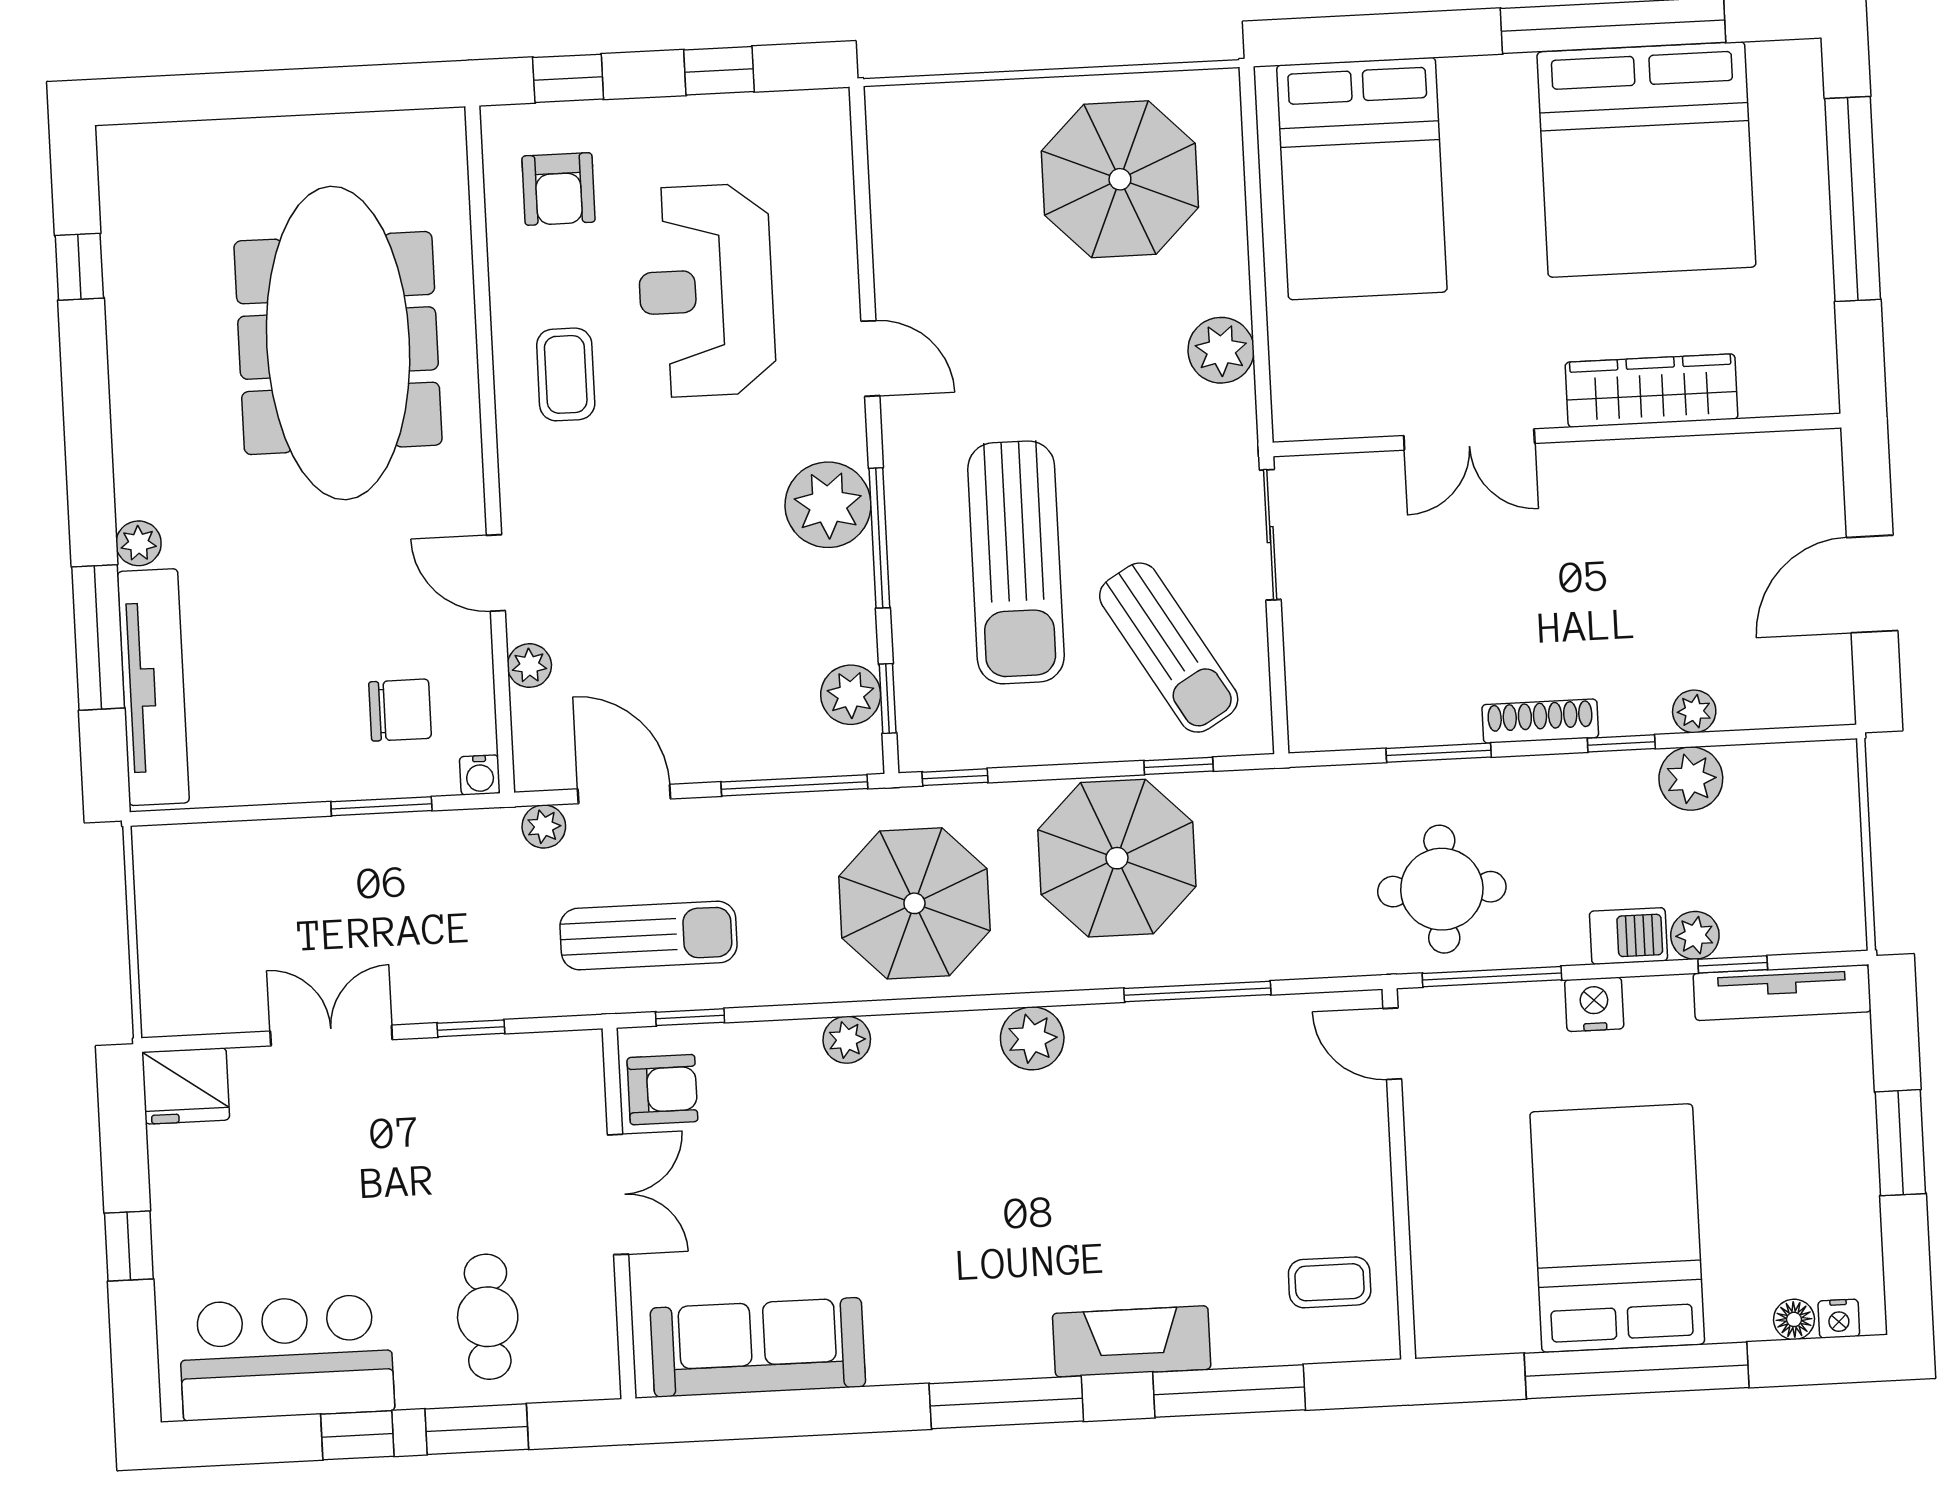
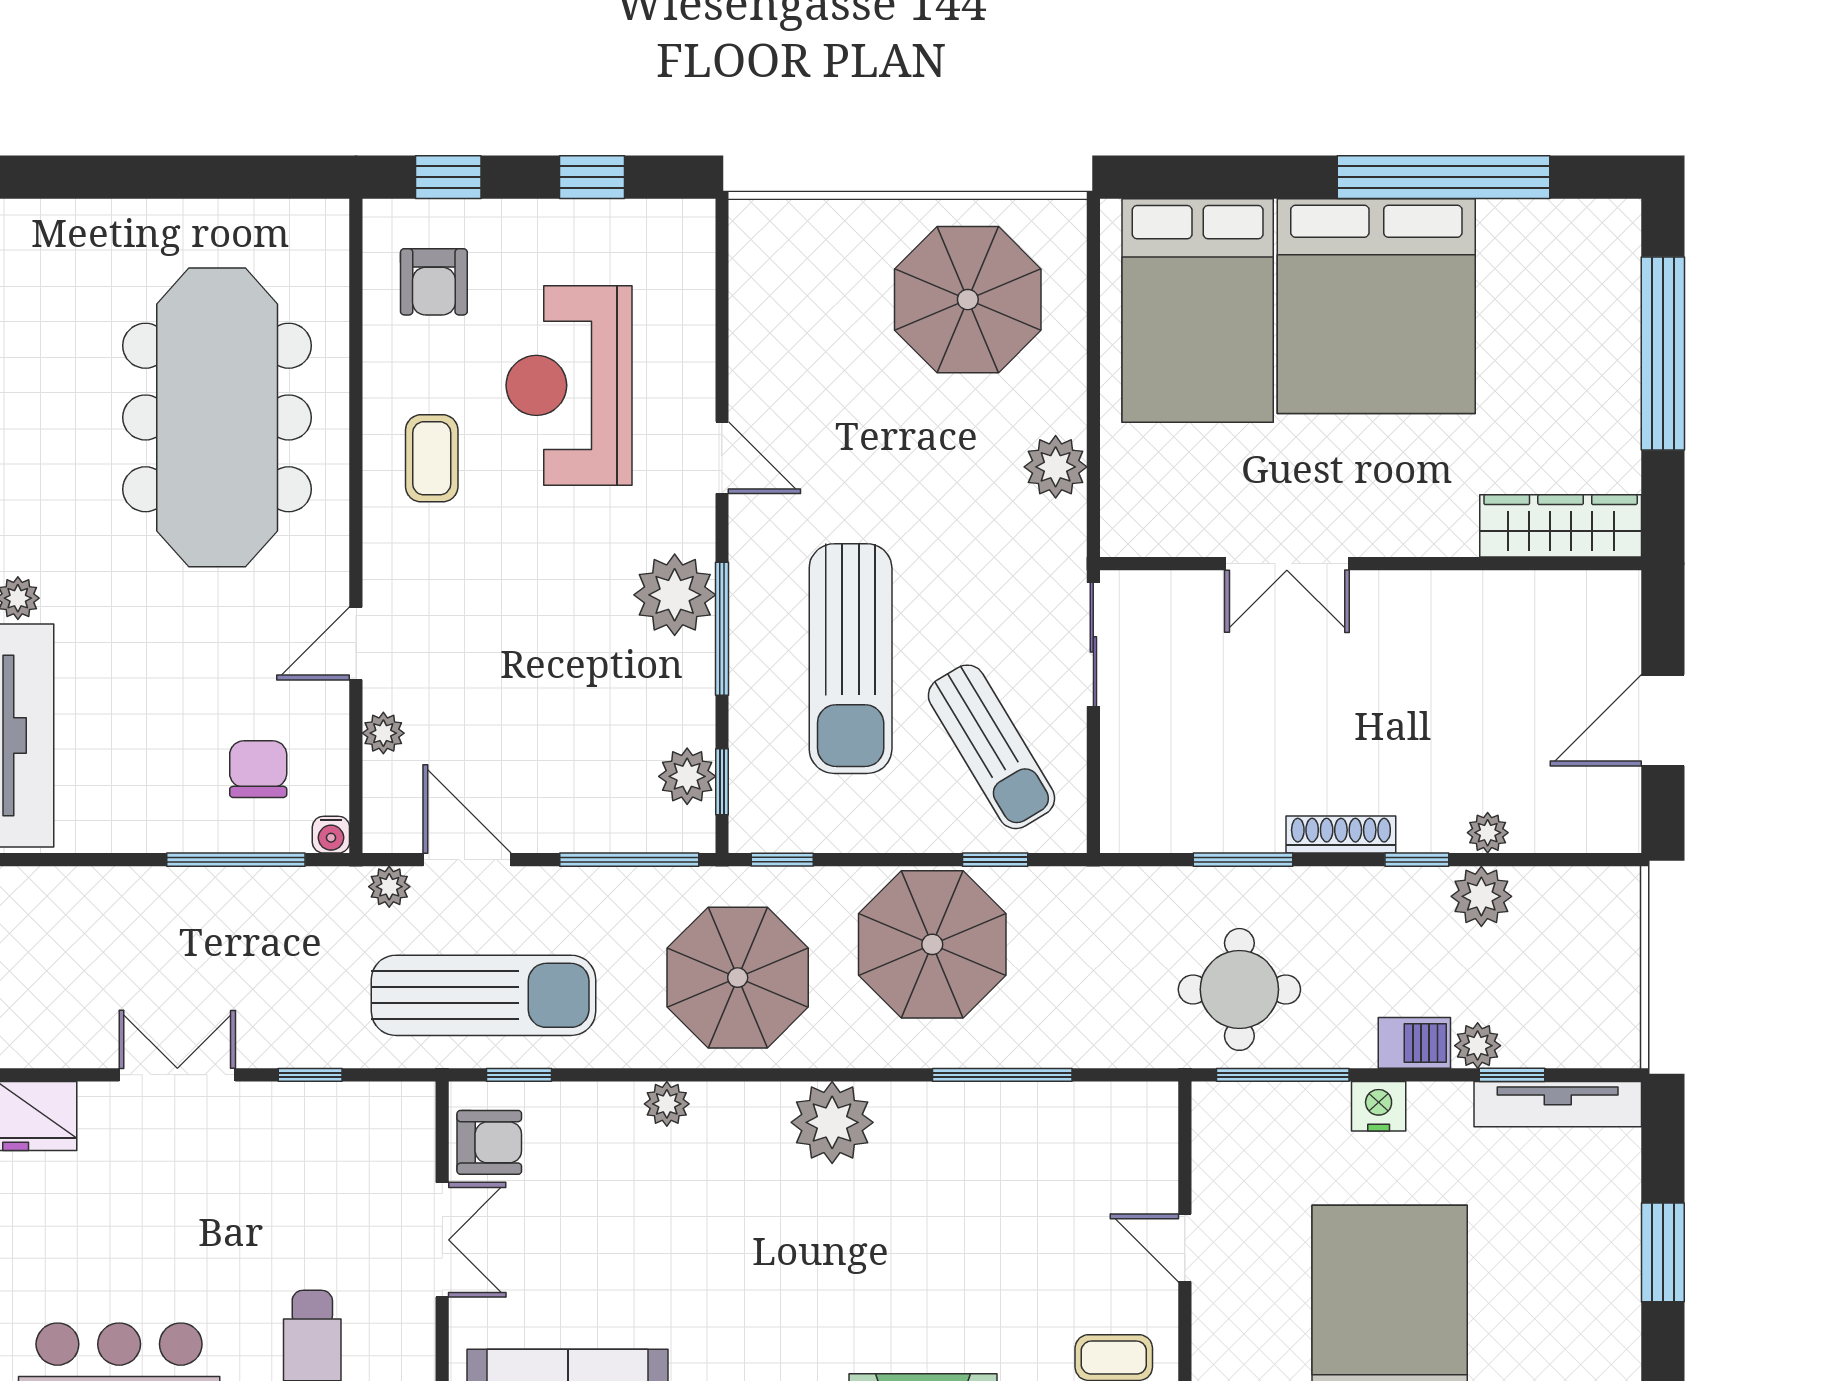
bed: (1646, 160) -> (1376, 306), moved
wardrobe: (1652, 391) -> (1561, 526), moved
door: (496, 573) -> (356, 644), hinge flipped
chair: (400, 710) -> (258, 769), turned -90
window: (381, 806) -> (236, 860), width x1.44
sun lounger: (649, 936) -> (483, 995), width x1.36, depth x1.34
plant: (1032, 1038) -> (832, 1122), width x1.36, depth x1.36
door: (1392, 1044) -> (1185, 1248), moved

